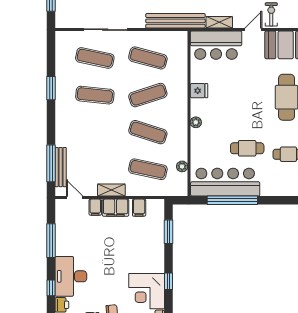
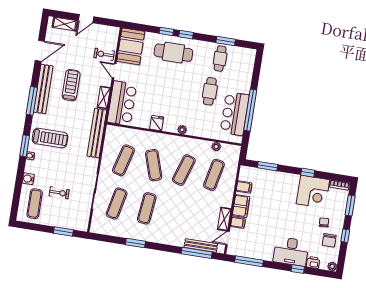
bar counter: (225, 182) -> (235, 114), width x0.73
shelving: (111, 190) -> (224, 219), moved
window: (51, 241) -> (249, 261), moved

